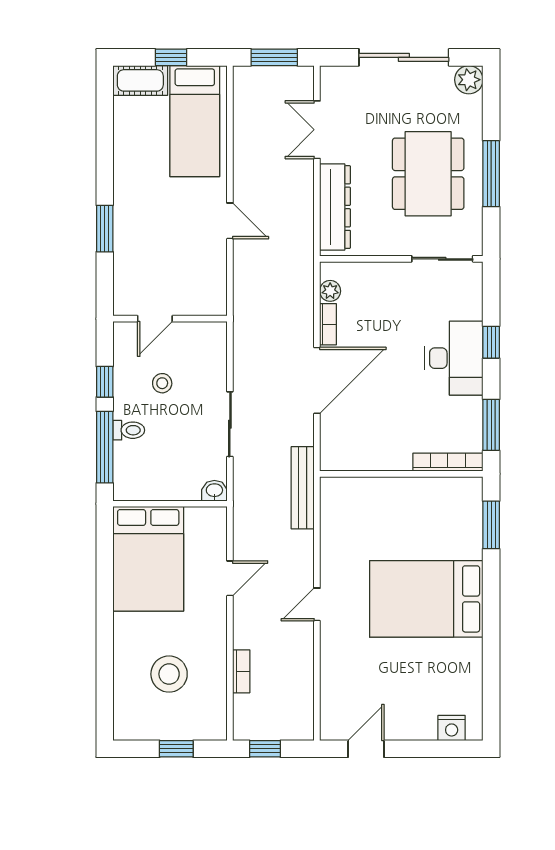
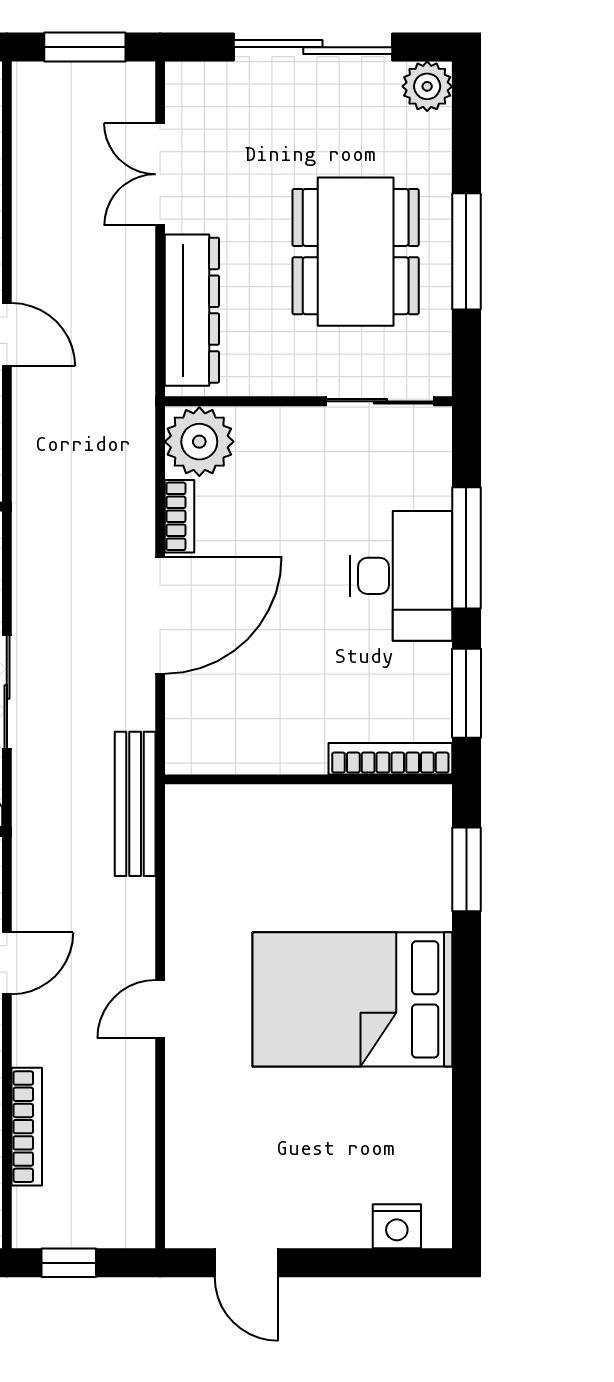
plant: (330, 291) -> (199, 442), width x1.88, depth x1.88
window: (491, 342) -> (466, 548), width x2.17
bookcase: (241, 671) -> (27, 1127), width x1.56
door: (366, 749) -> (246, 1263), swing flipped

